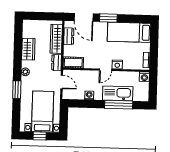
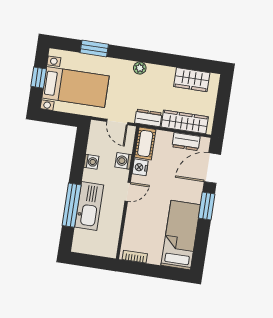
wardrobe: (28, 49) -> (192, 80), moved
nightstand: (117, 64) -> (140, 167), moved
door: (106, 70) -> (128, 192), swing flipped
washing machine: (144, 77) -> (123, 161), moved
door: (62, 82) -> (117, 122), hinge flipped
window: (17, 90) -> (94, 49), moved

